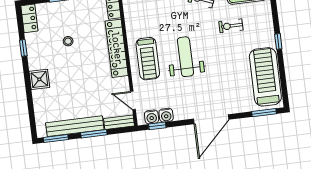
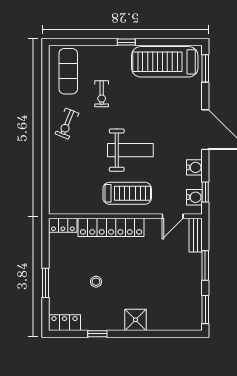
weight bench: (185, 57) -> (130, 150), turned 180
water cooler: (166, 115) -> (194, 167), moved
bench: (75, 126) -> (194, 286), removed

